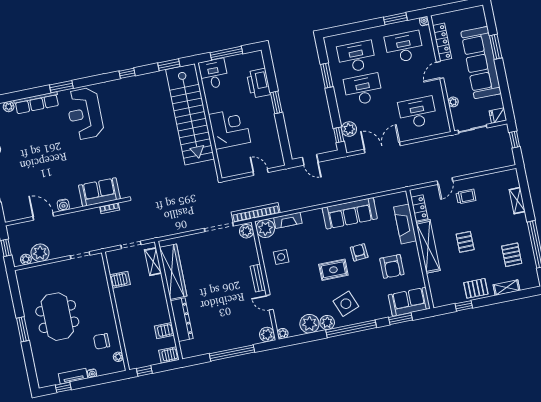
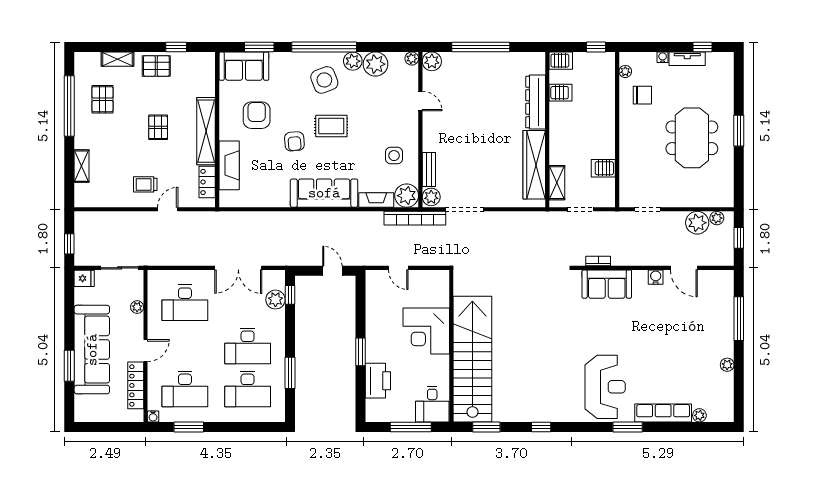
sofa: (350, 213) -> (324, 193), moved
bench: (258, 278) -> (429, 170), moved

